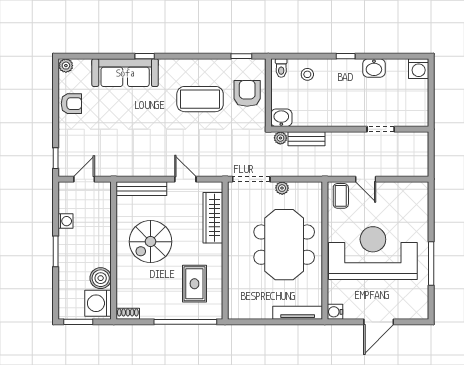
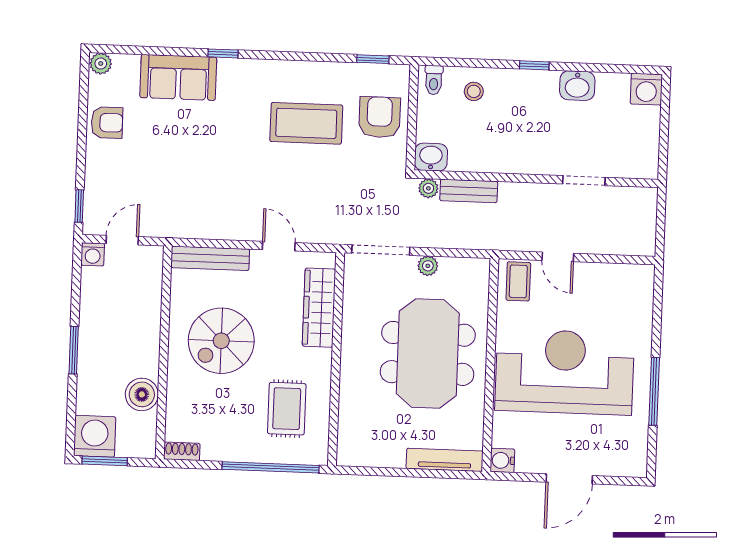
sofa: (125, 73) -> (178, 77), width x0.73
washing machine: (65, 221) -> (93, 254), moved, turned 90
washing machine: (98, 303) -> (95, 436), moved, turned 90

